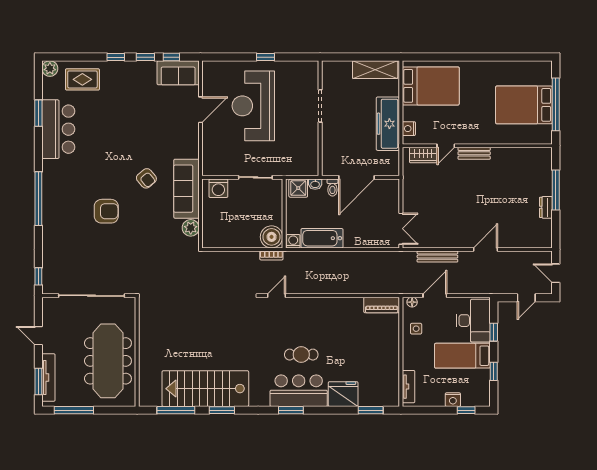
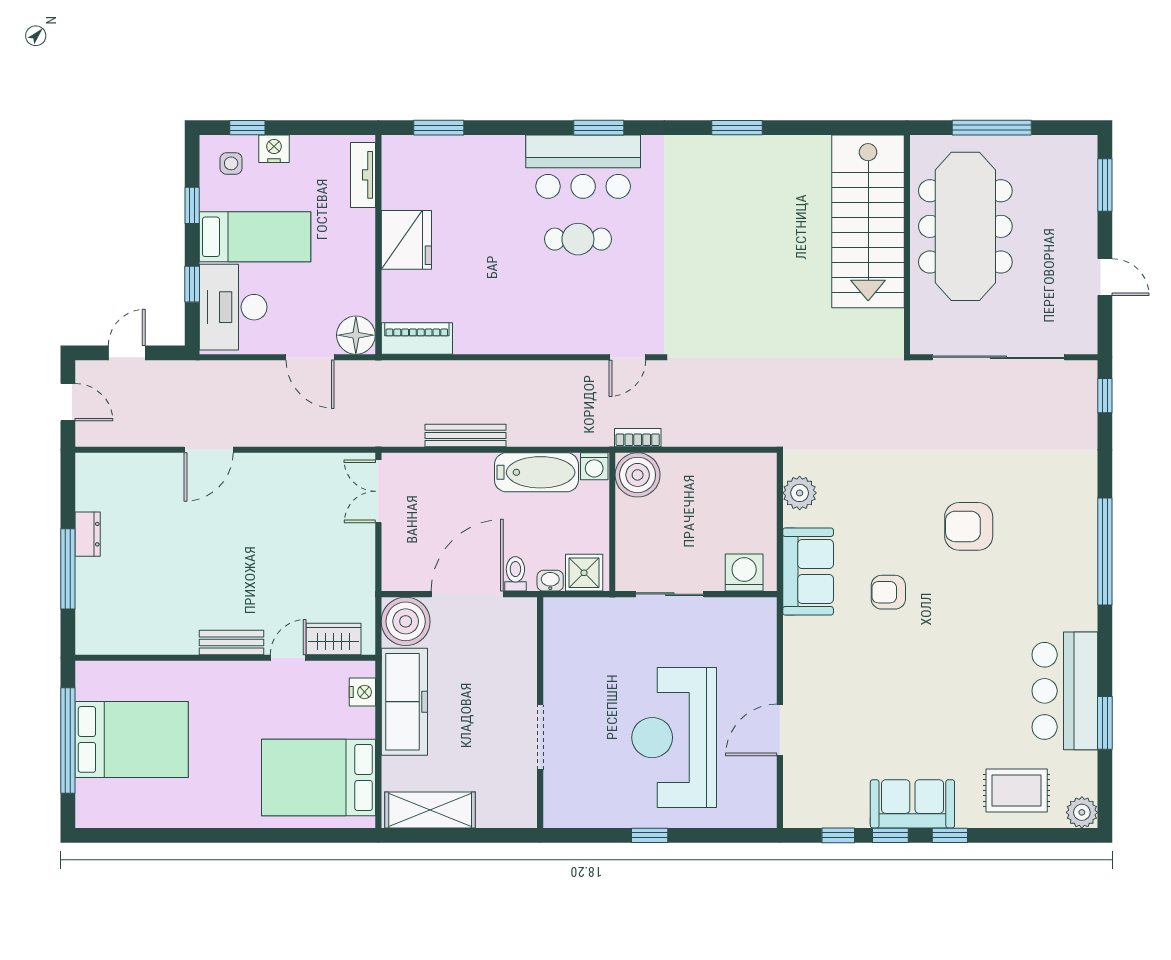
sofa: (178, 73) -> (912, 804), moved
reception desk: (253, 106) -> (674, 738), turned 180
boiler: (387, 164) -> (406, 621), added
armchair: (146, 178) -> (888, 592), turned -50
sofa: (186, 189) -> (808, 572), width x0.73
bench: (437, 257) -> (466, 435), moved
door: (435, 296) -> (310, 357), hinge flipped
floor lamp: (412, 302) -> (356, 335), width x1.89, depth x1.89
side table: (416, 329) -> (231, 163), moved
tv unit: (48, 377) -> (1085, 193), removed
stairs: (205, 389) -> (868, 221), moved, turned 90
fridge: (343, 394) -> (406, 240), moved, turned -90
window: (74, 410) -> (992, 128), moved
window: (176, 410) -> (829, 128), removed

